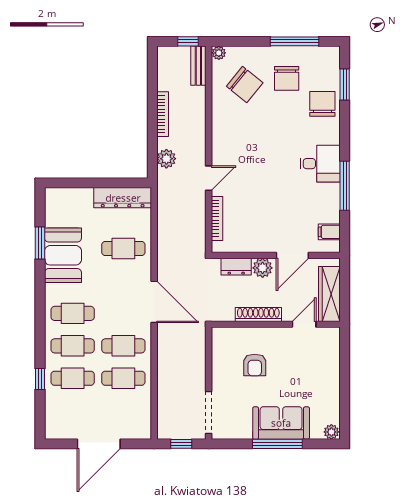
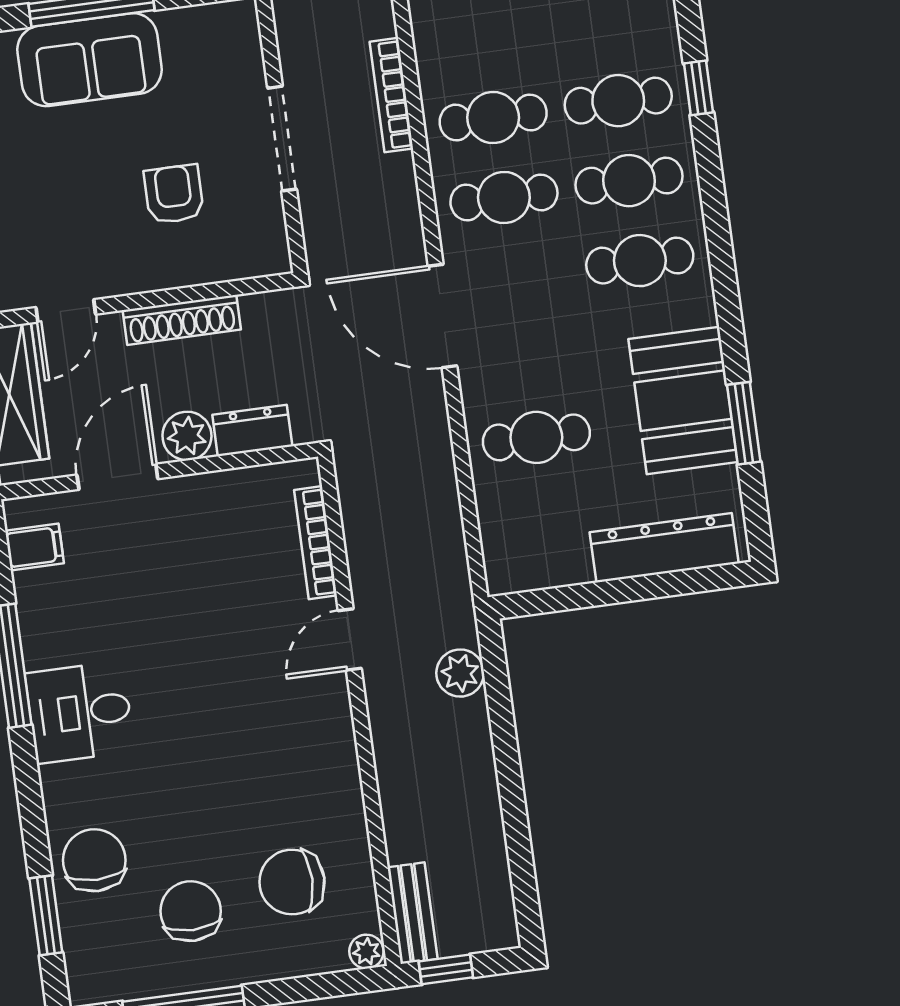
chair: (245, 85) -> (292, 882), turned -39
chair: (322, 104) -> (94, 860), turned 180
bookcase: (163, 114) -> (391, 95), moved
dresser: (123, 198) -> (664, 548), moved
doorway: (209, 412) -> (282, 139), moved

